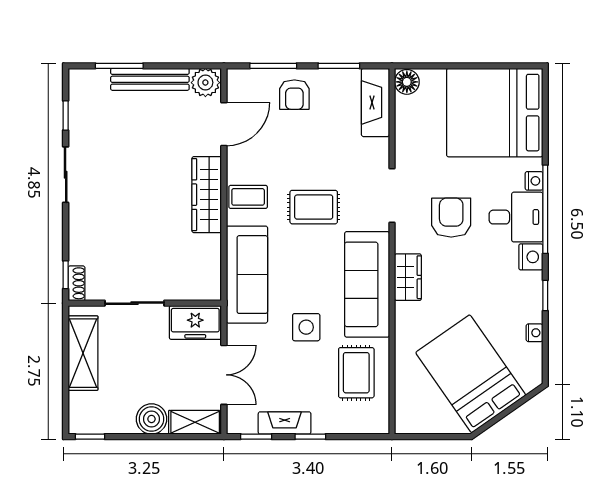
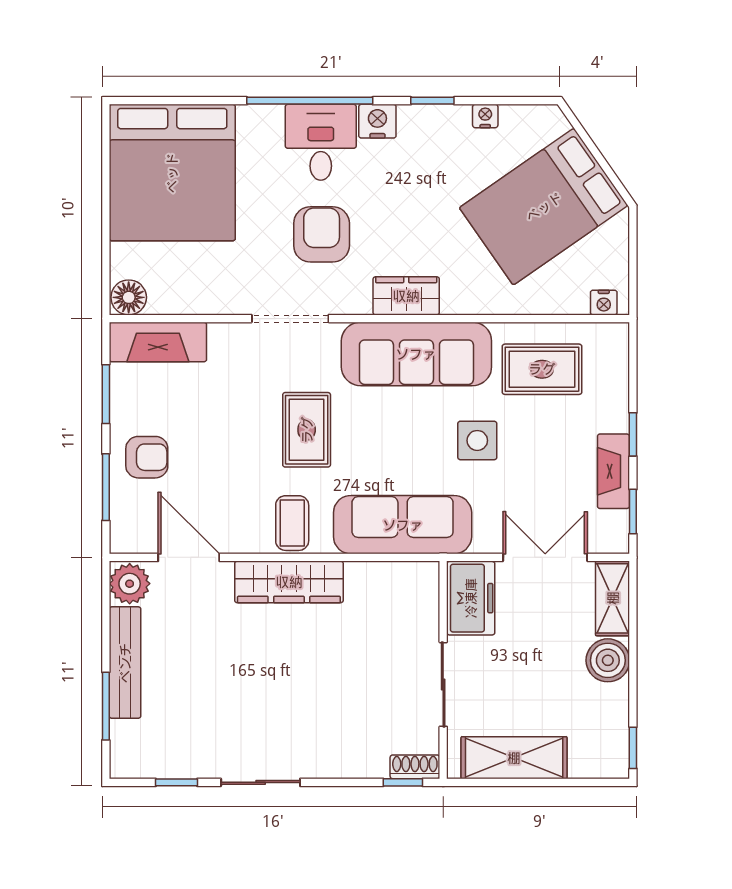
nightstand: (534, 181) -> (604, 303), moved, turned 180
armchair: (451, 218) -> (322, 234), turned 90

